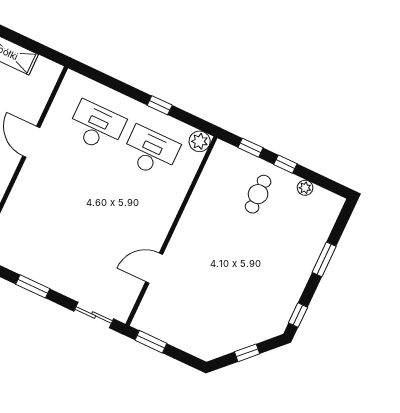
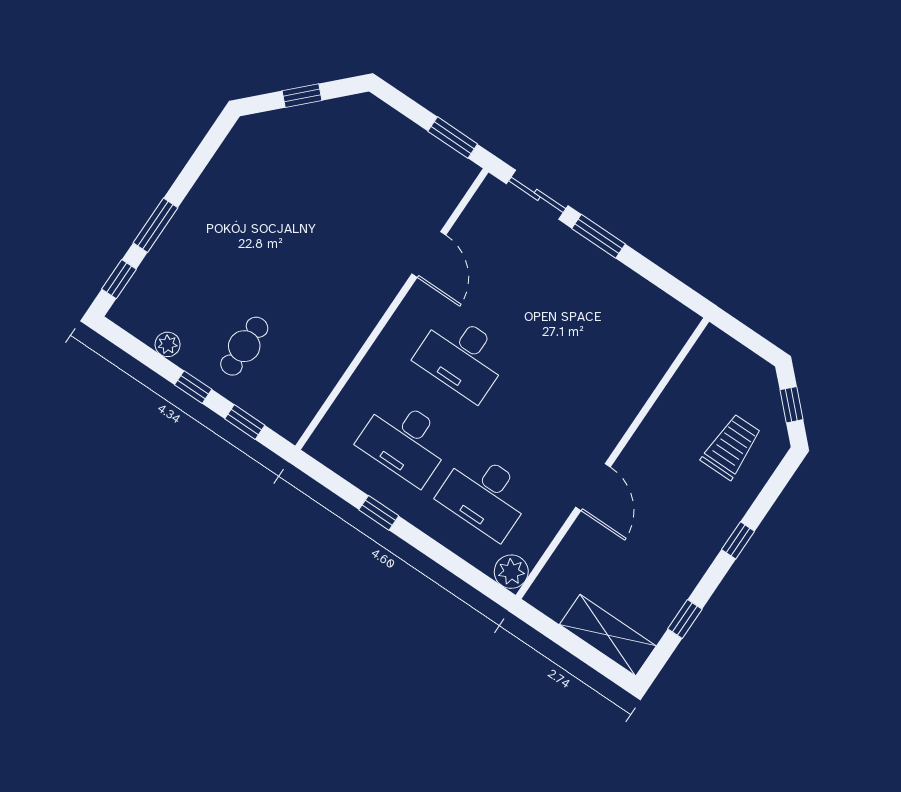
plant: (200, 141) -> (511, 572), moved
desk: (124, 209) -> (462, 357), added
door: (154, 268) -> (429, 254), hinge flipped
window: (33, 286) -> (598, 236), moved
window: (298, 315) -> (119, 279), moved

